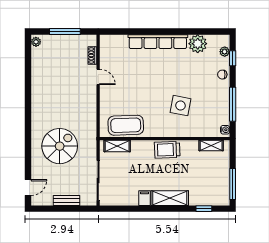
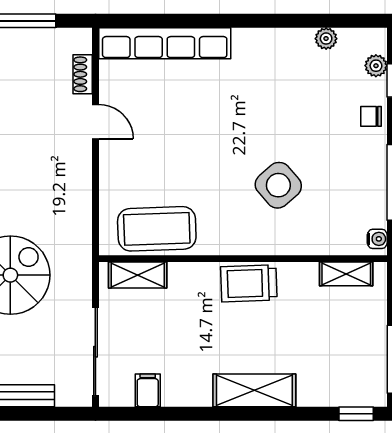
row of seats: (158, 42) -> (165, 43), moved
plant: (198, 44) -> (326, 39), width x0.53, depth x0.53
side table: (180, 106) -> (278, 185), turned 38
filing cabinet: (145, 198) -> (148, 390), moved
window: (204, 209) -> (356, 414), moved

